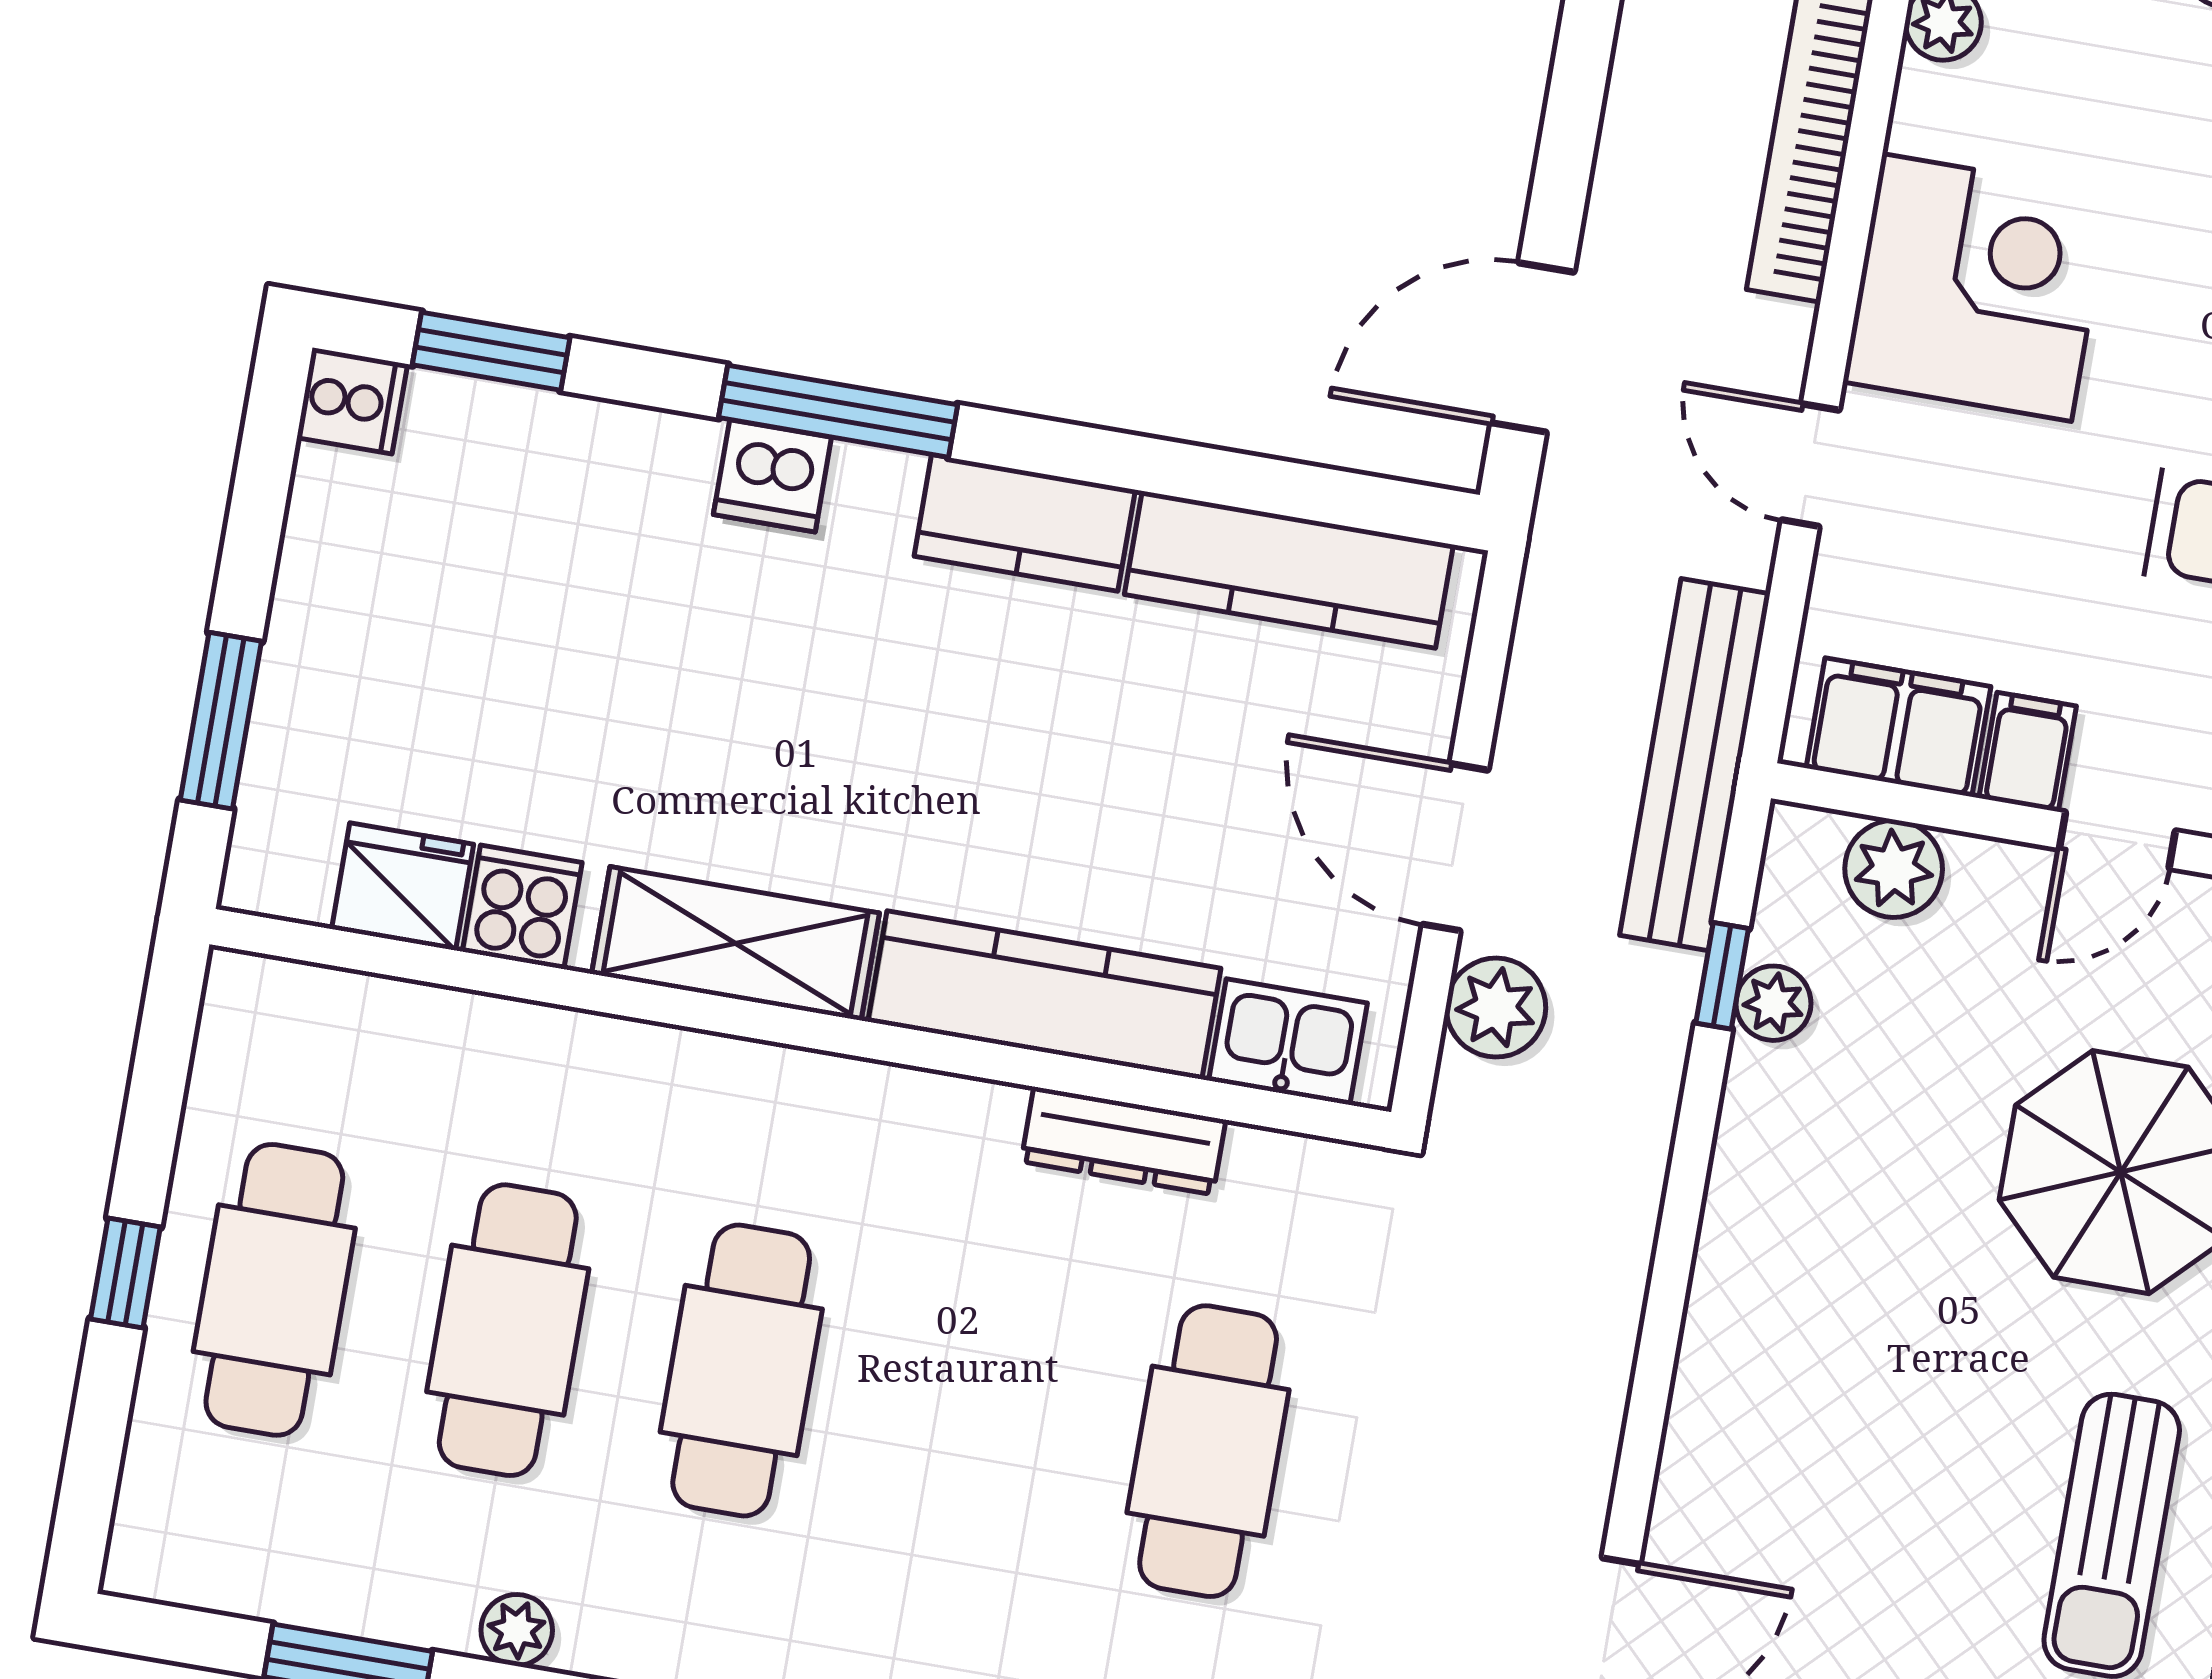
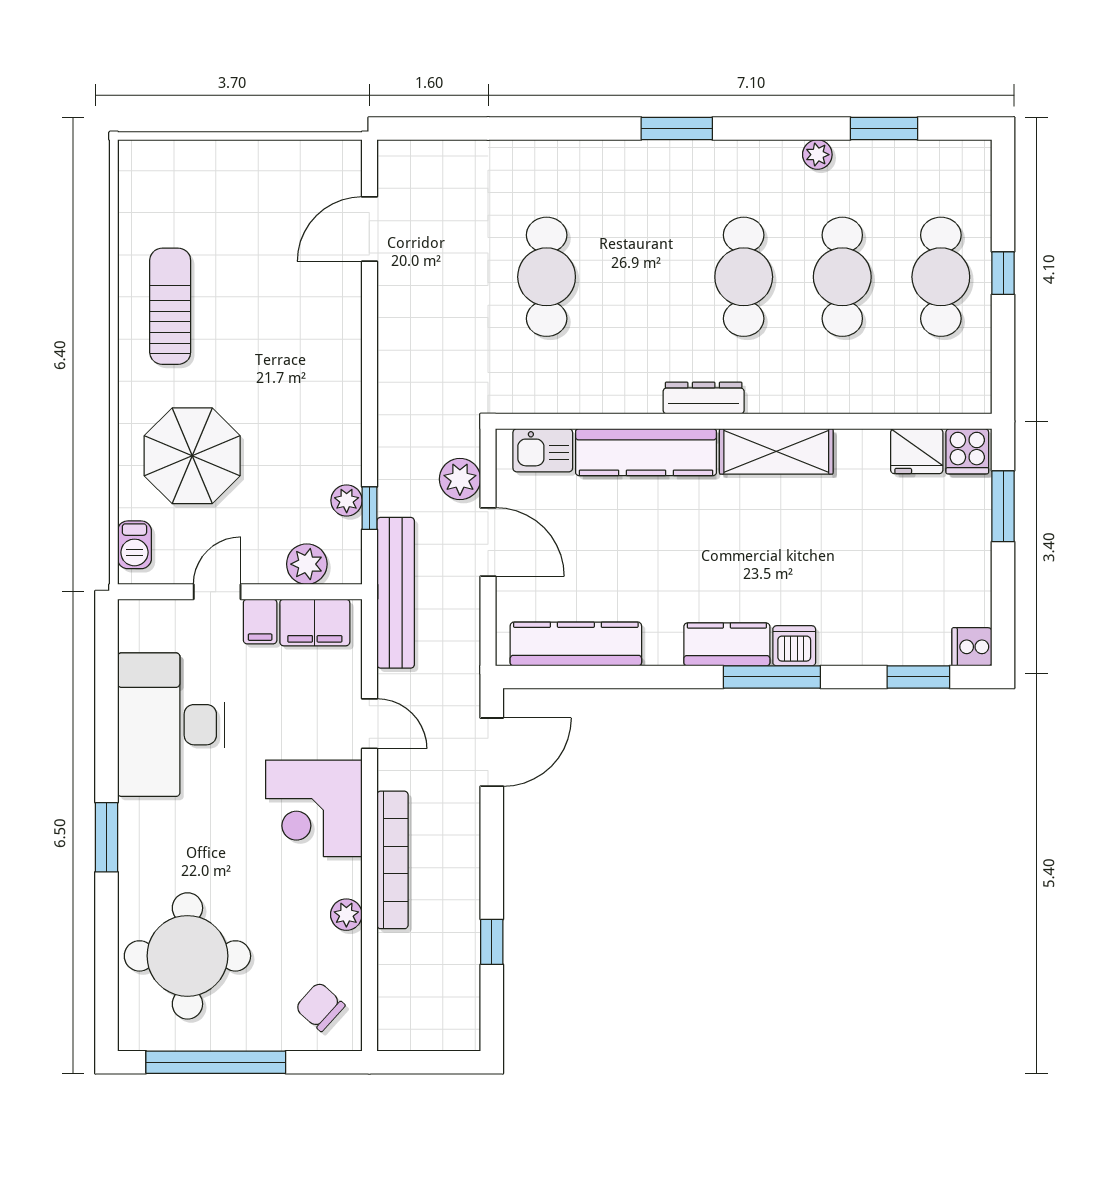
kitchen counter: (1025, 523) -> (727, 644), moved
cooker: (522, 907) -> (967, 451), moved
dresser: (1123, 1141) -> (704, 398), moved

